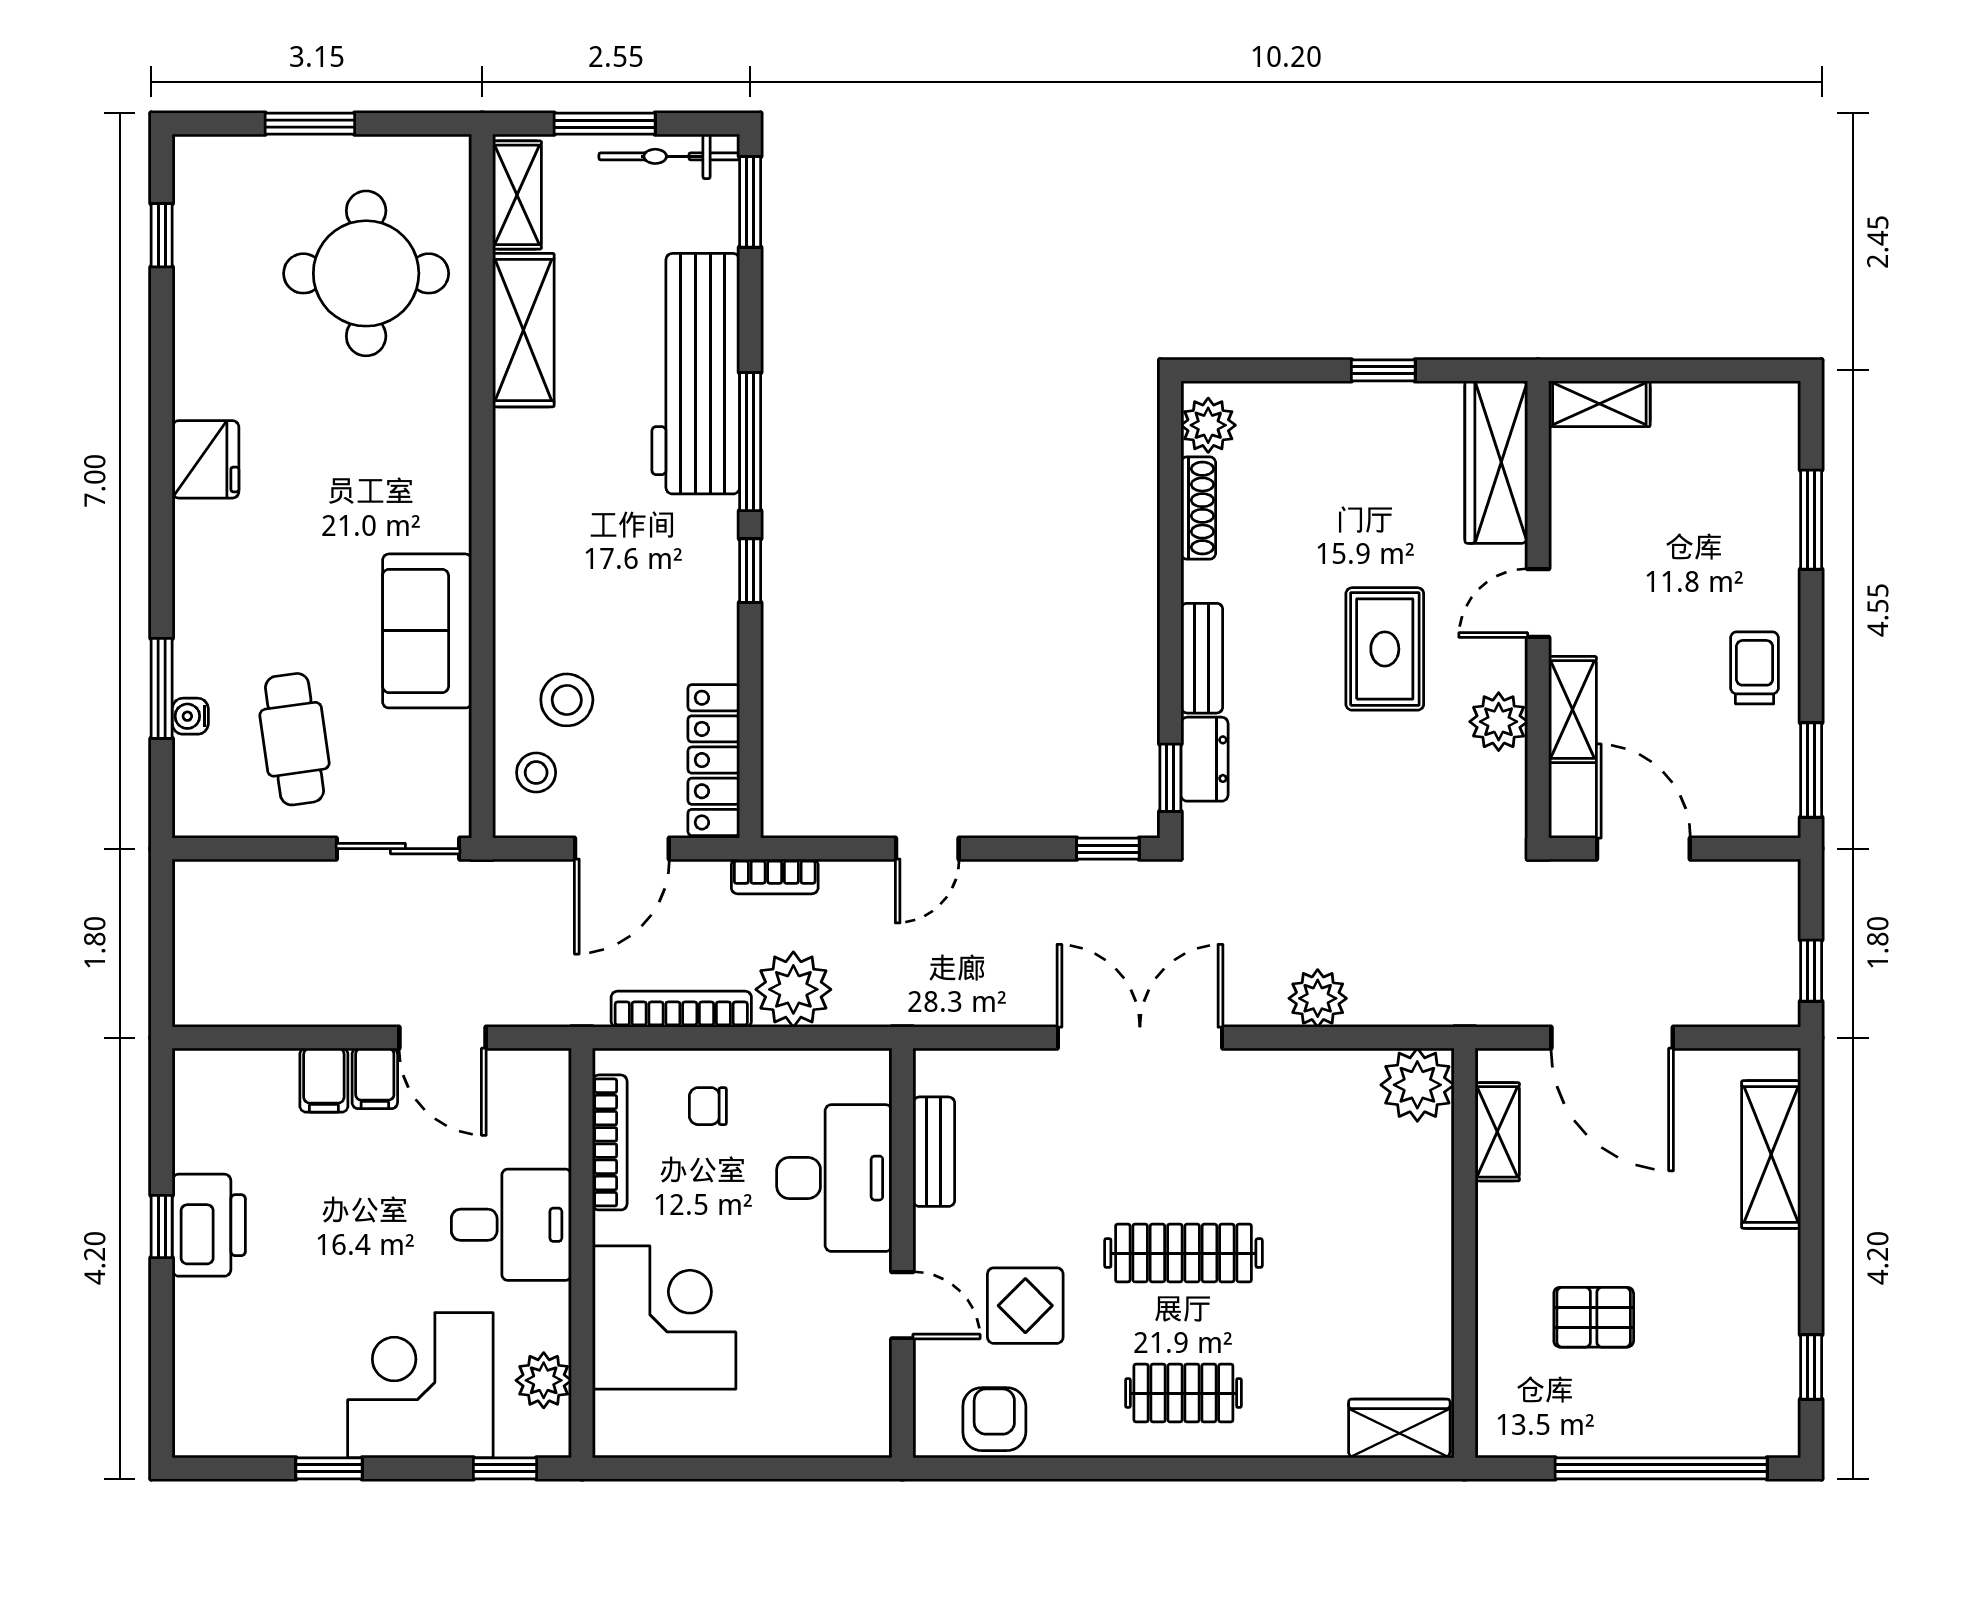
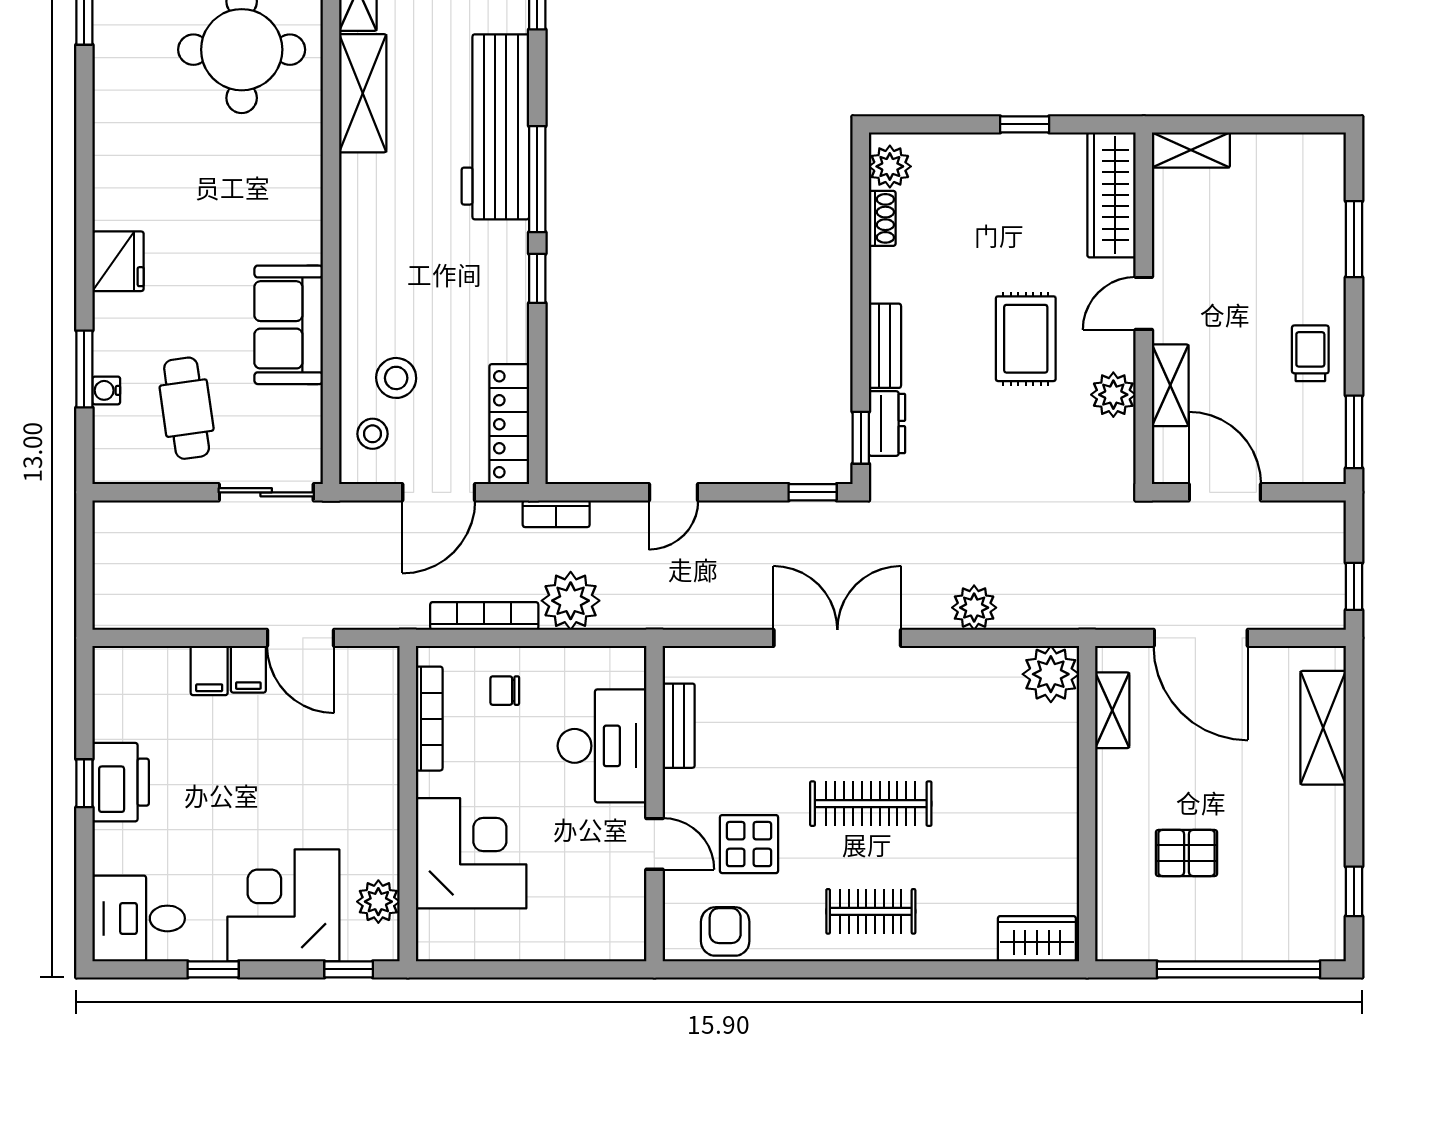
fridge: (206, 459) -> (118, 261), moved
shoe rack: (1198, 508) -> (882, 218), width x0.70
desk: (511, 1225) -> (139, 918), moved, turned 180

